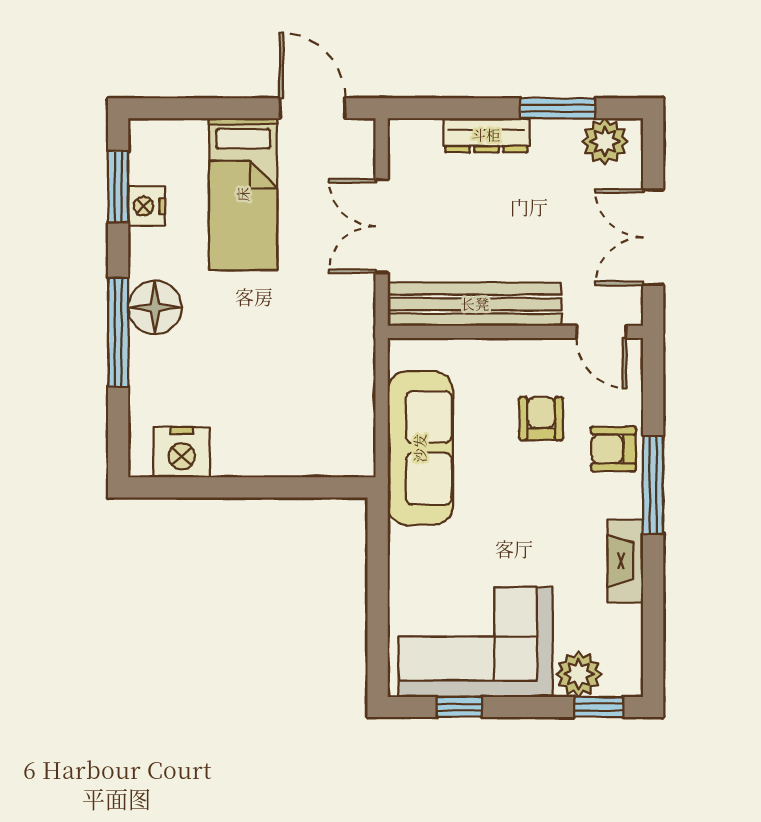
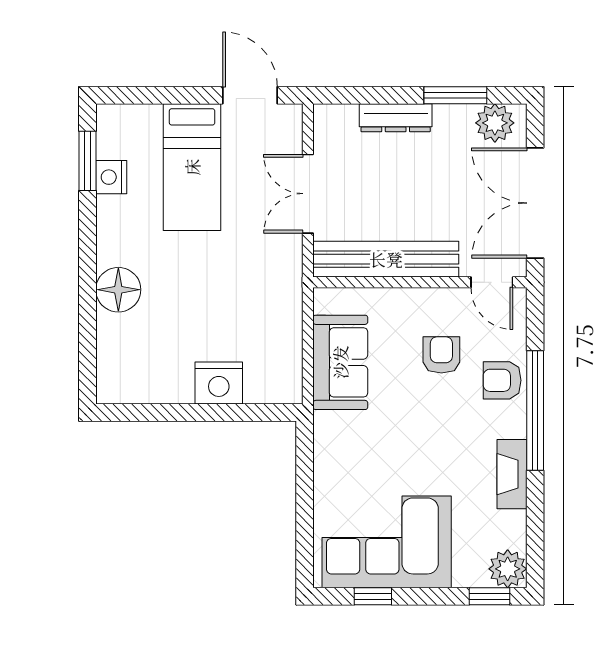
double door: (653, 237) -> (535, 203), width x1.37
floor lamp: (155, 308) -> (118, 290), moved
window: (118, 332) -> (88, 283), removed
sofa: (420, 448) -> (340, 362), width x0.73
nightstand: (182, 452) -> (219, 383), moved
window: (653, 485) -> (535, 410), width x1.46
plant: (579, 674) -> (508, 569), moved

